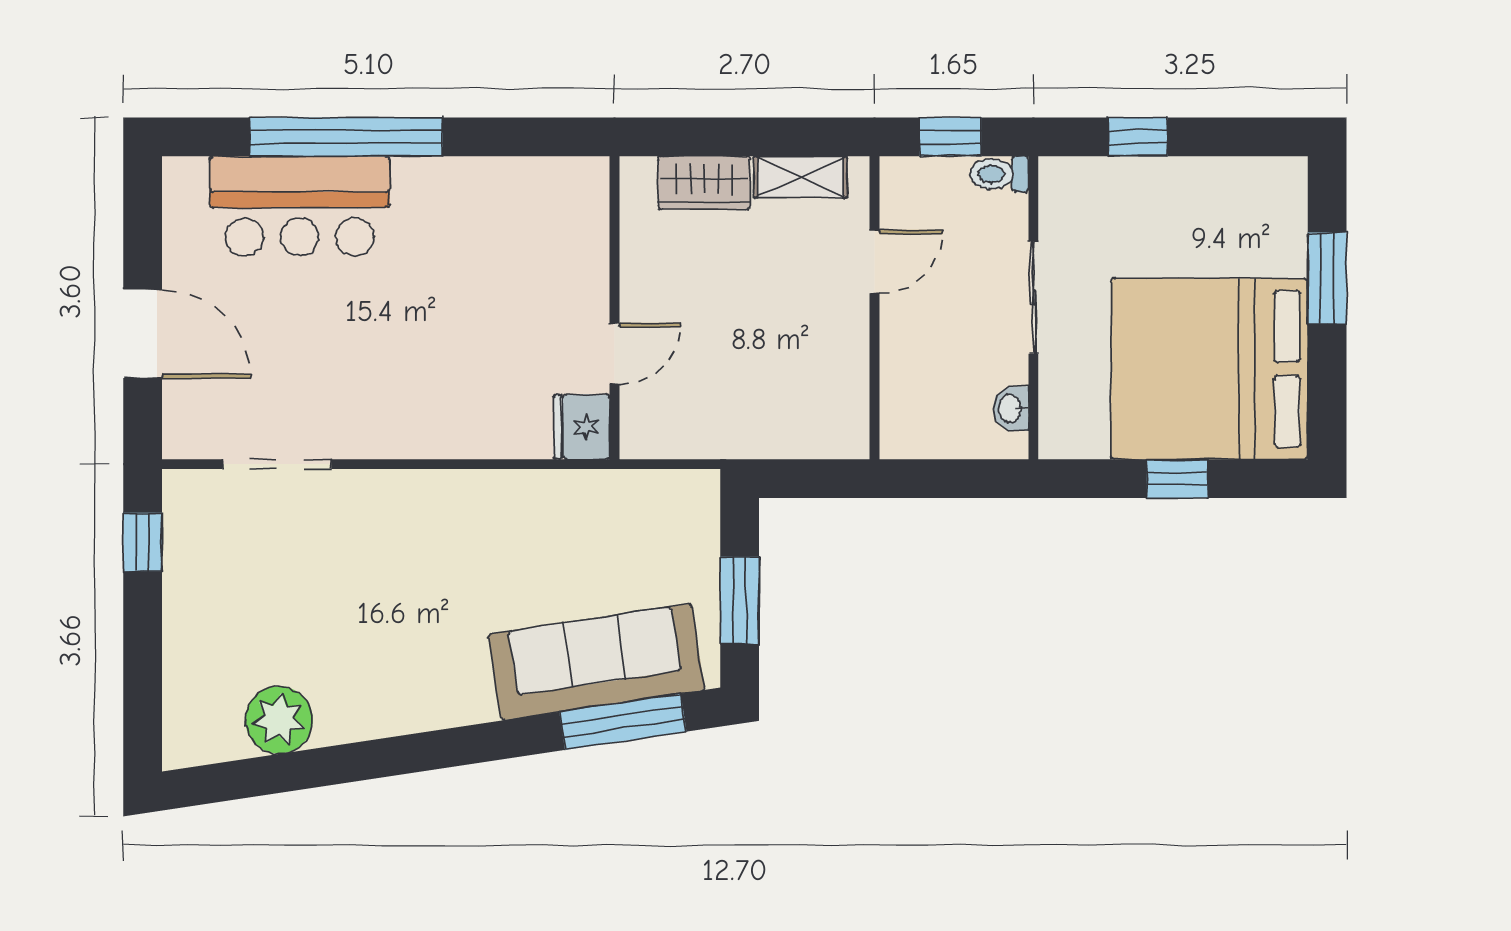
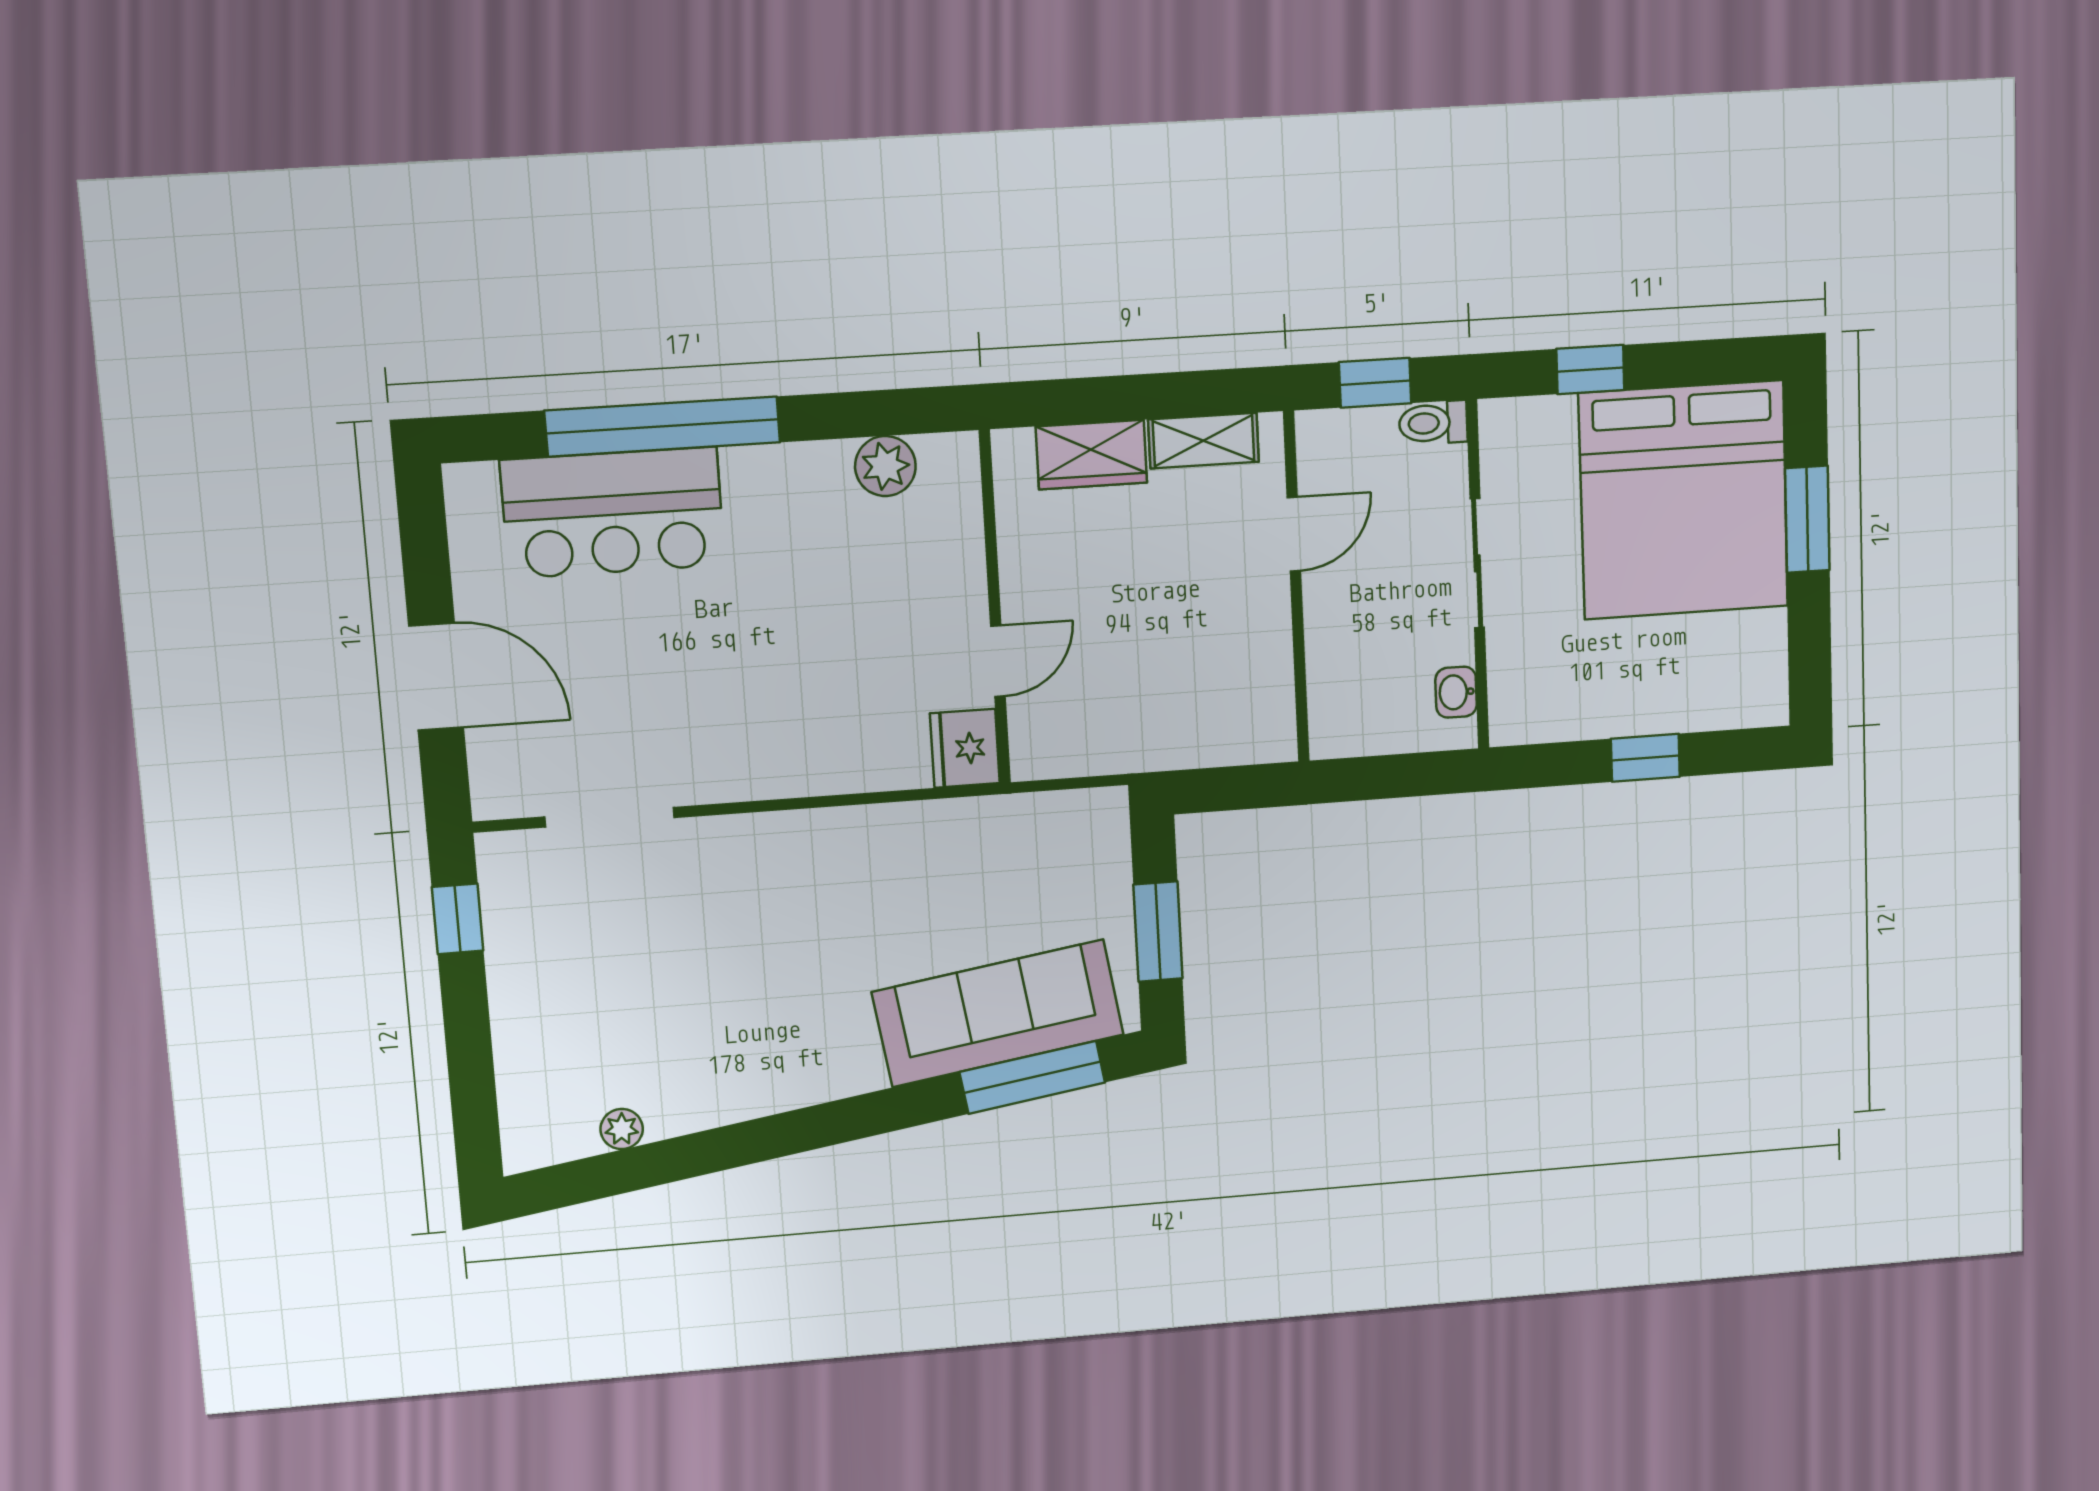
plant: (529, 181) -> (885, 466), added
bed: (1209, 369) -> (1684, 500), moved, turned -90
plant: (279, 720) -> (622, 1129), width x0.53, depth x0.53

